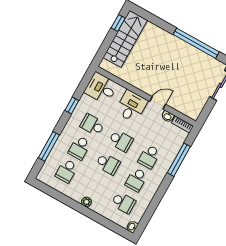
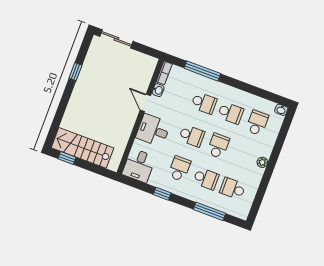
window: (196, 43) -> (75, 72), width x0.32
school desk: (92, 125) -> (179, 169), turned 180
school desk: (121, 141) -> (192, 136), turned 90
school desk: (67, 171) -> (233, 189), turned 180

